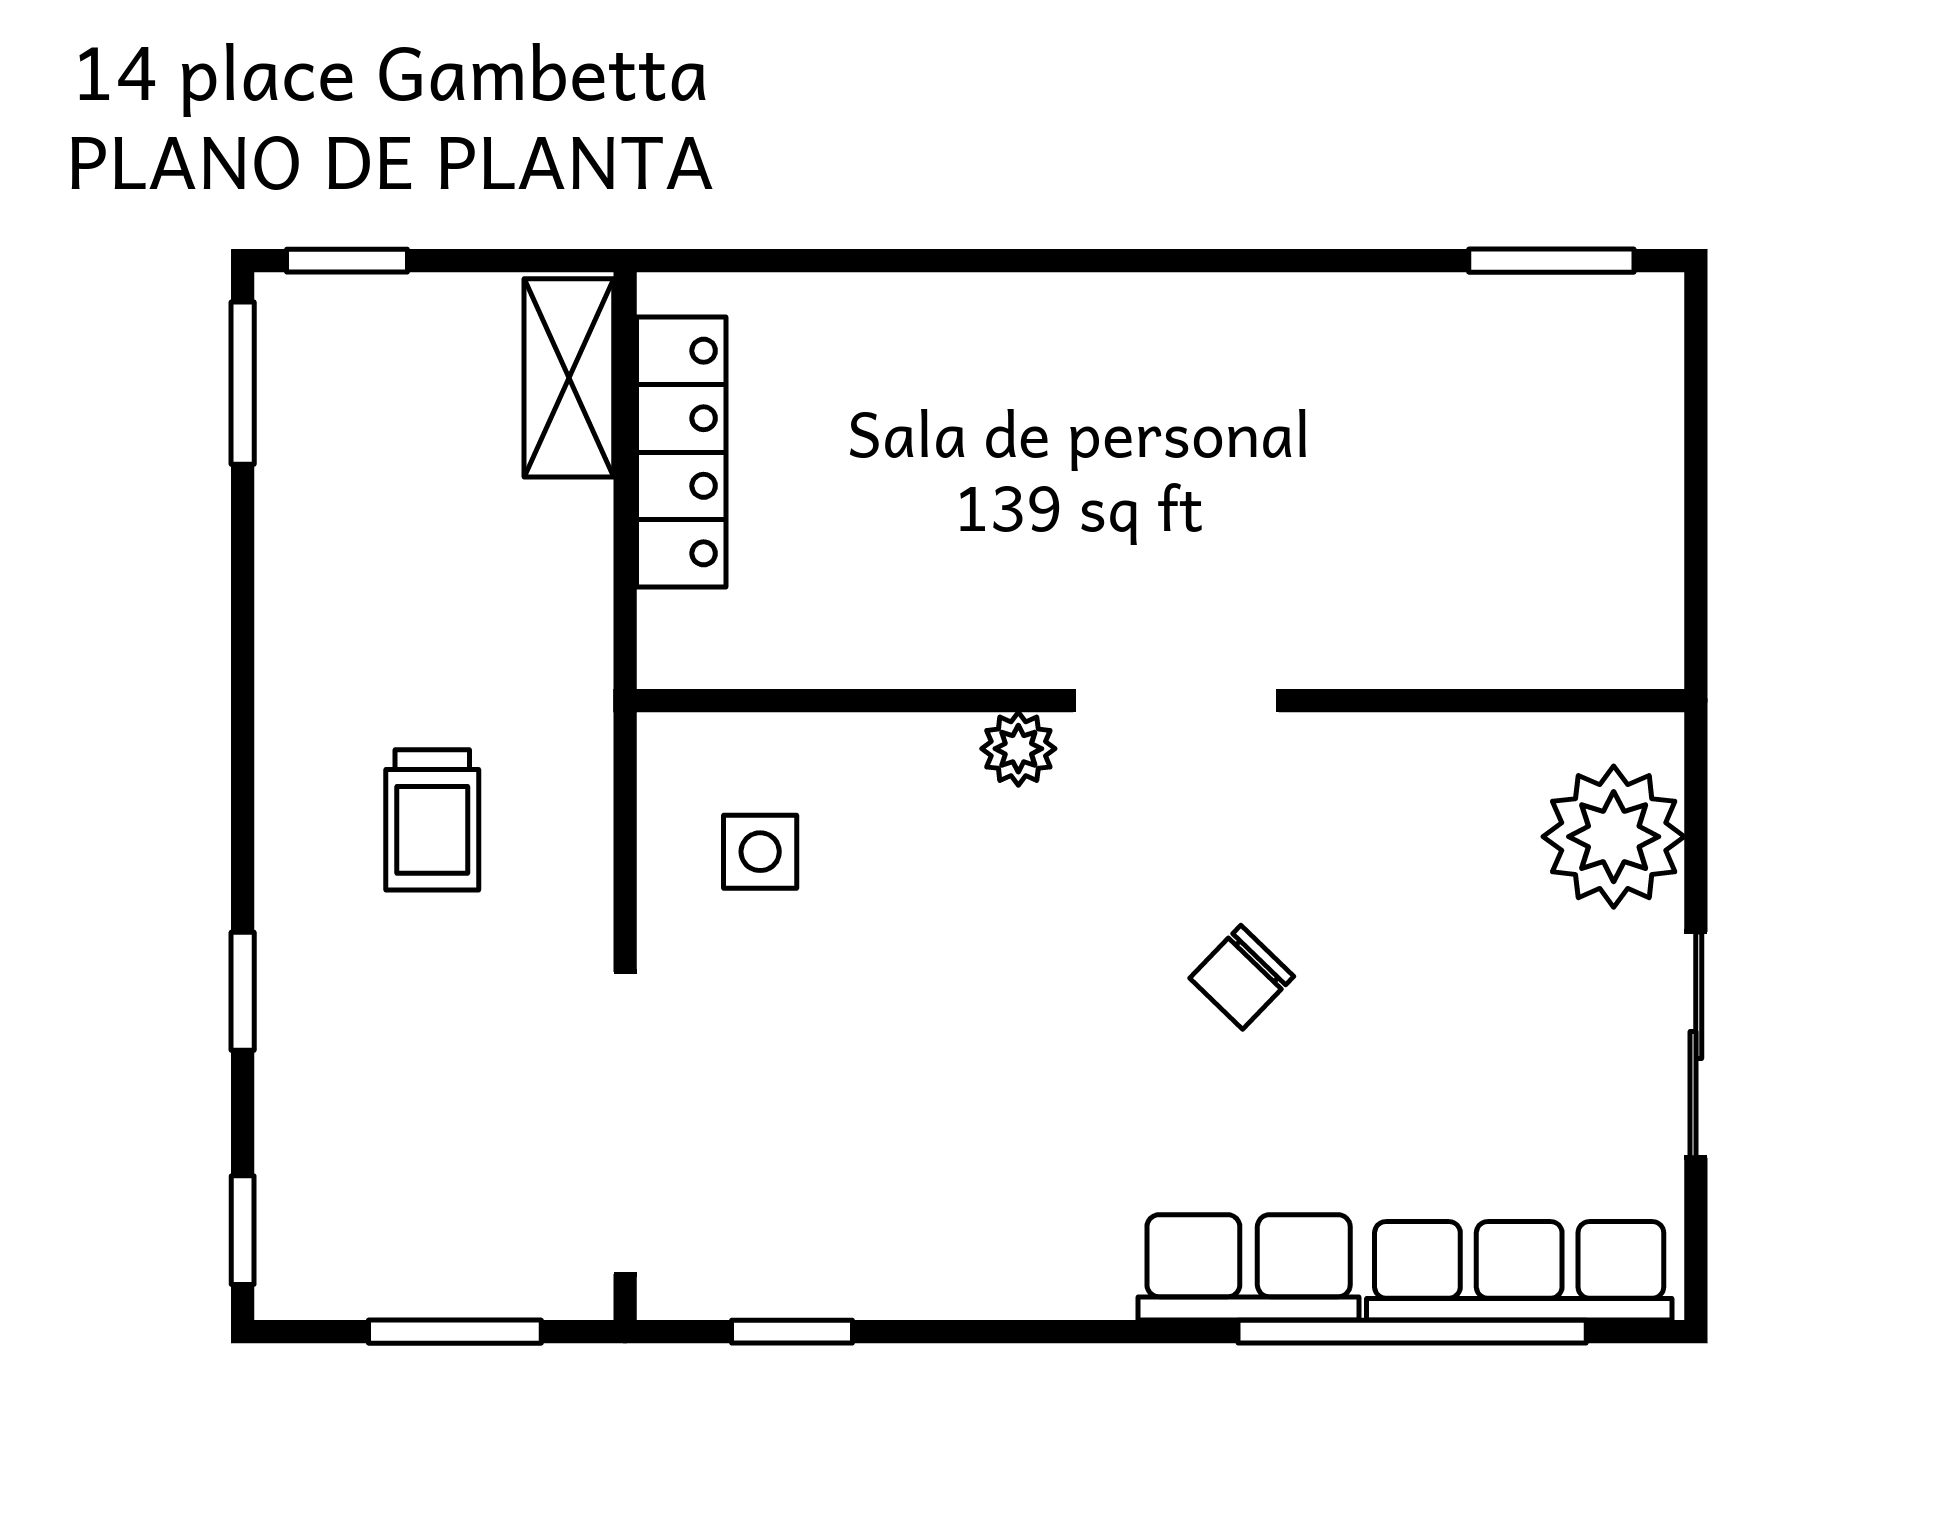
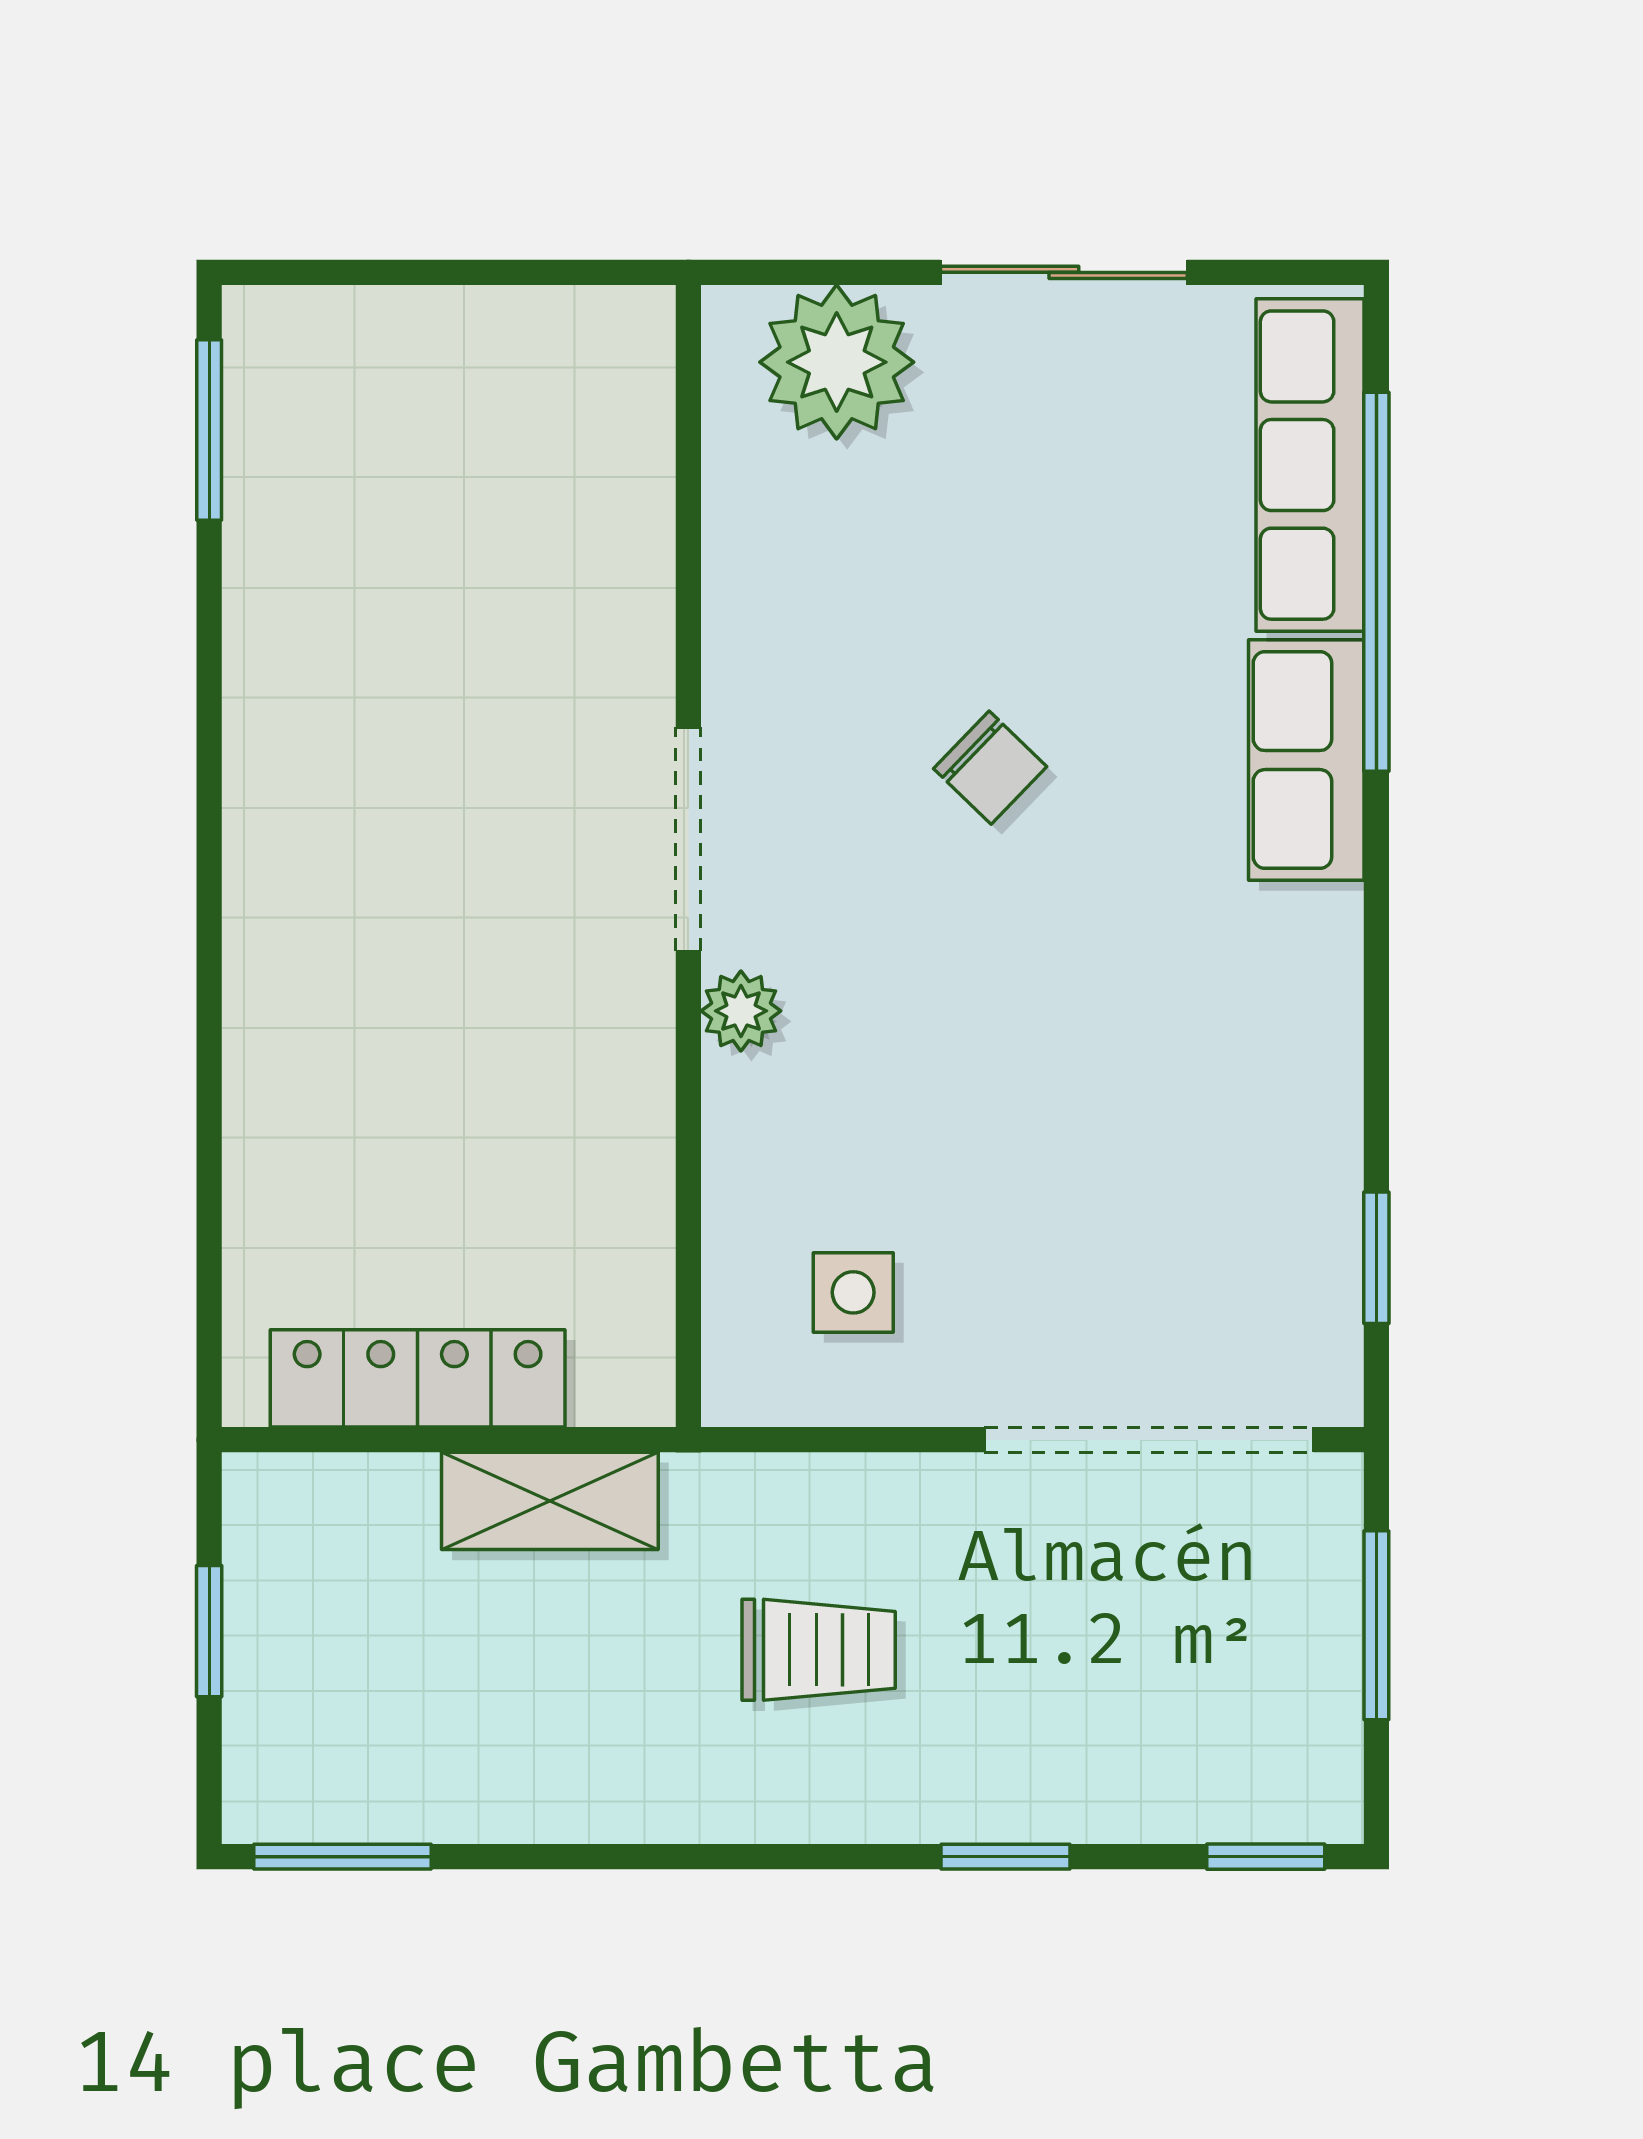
window: (347, 261) -> (209, 1631), moved
shelving: (569, 378) -> (550, 1501), moved

